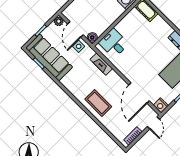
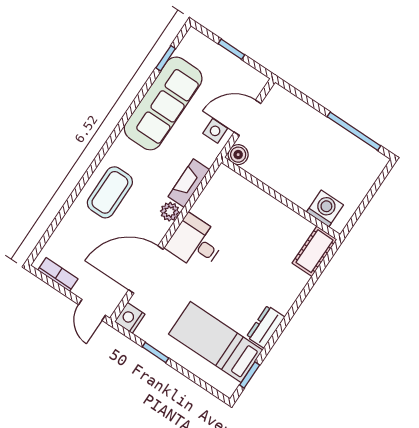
plant: (59, 21) -> (170, 212), moved
desk: (114, 43) -> (196, 243), moved, turned -90
sofa: (49, 57) -> (163, 103), moved
door: (153, 123) -> (92, 310), hinge flipped

